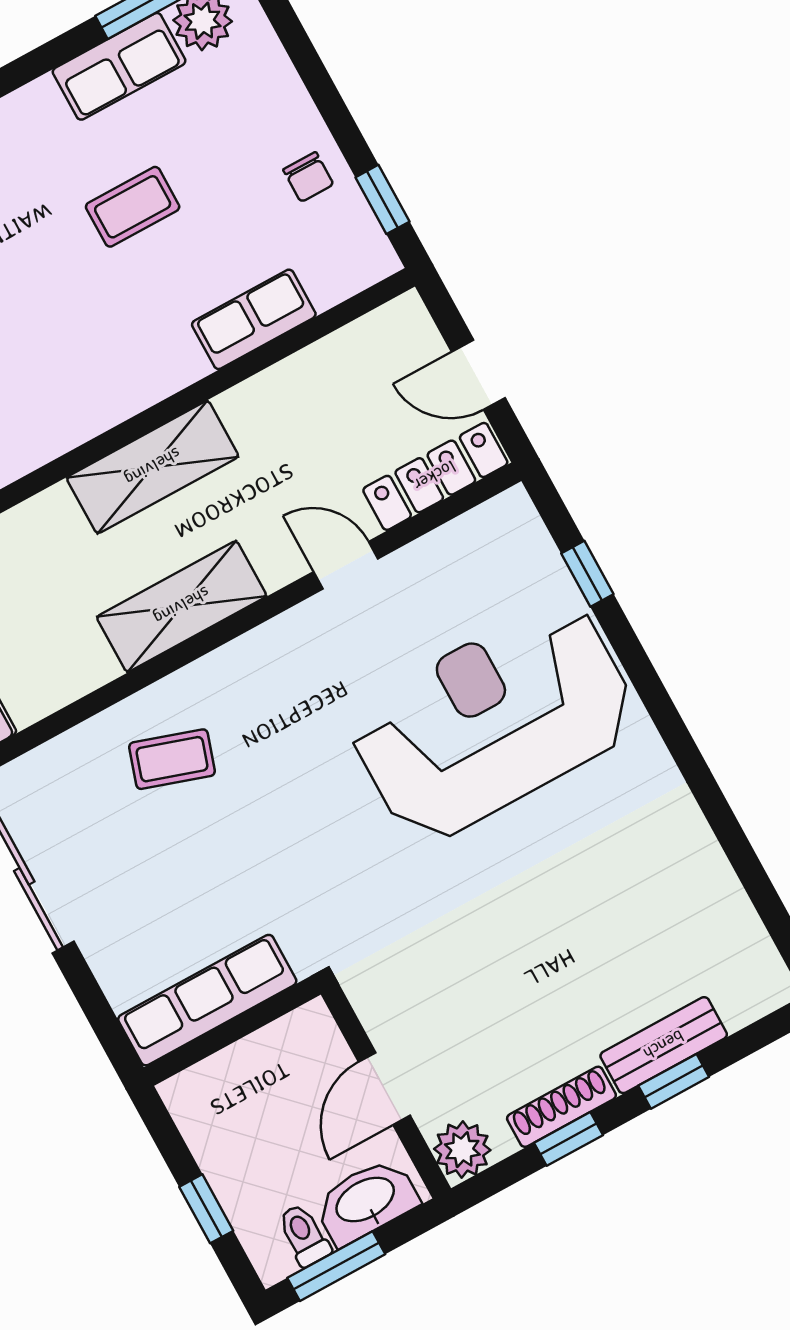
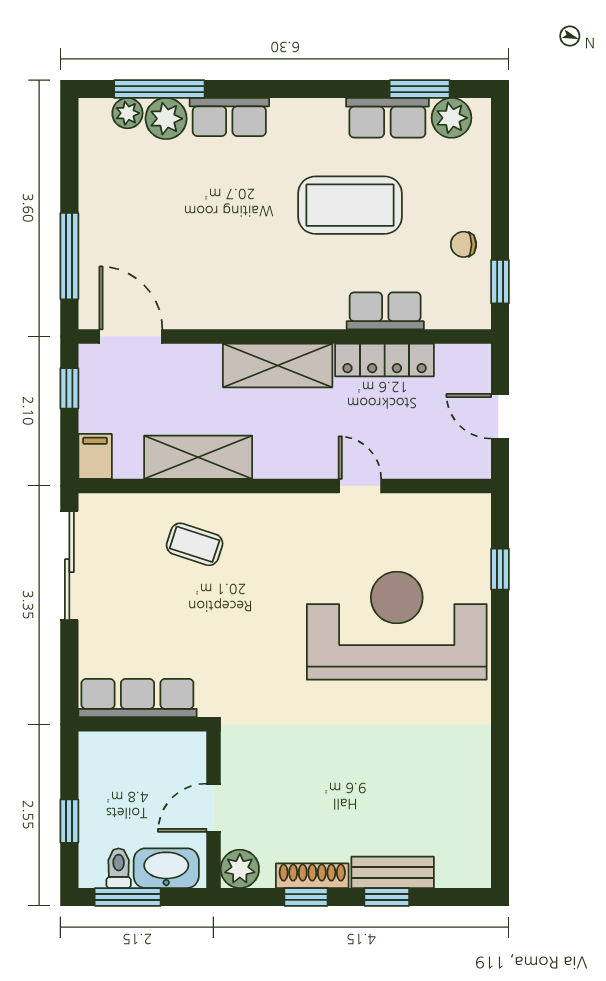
chair: (308, 177) -> (463, 244), turned 90
coffee table: (133, 207) -> (350, 205), width x1.86, depth x1.72
locker: (435, 476) -> (385, 360), moved, turned 180
shelving: (182, 606) -> (198, 457), moved

